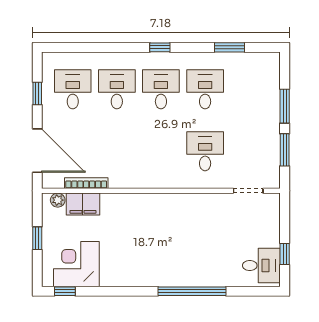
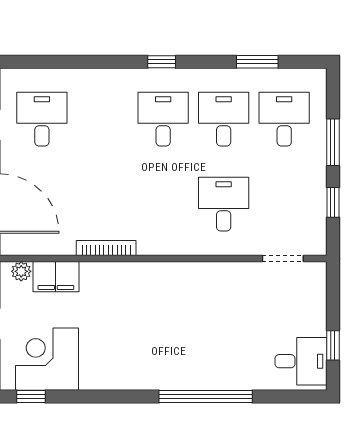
desk: (117, 89) -> (284, 119), moved
window: (285, 150) -> (333, 202), width x0.67
bookcase: (86, 183) -> (106, 248), moved

